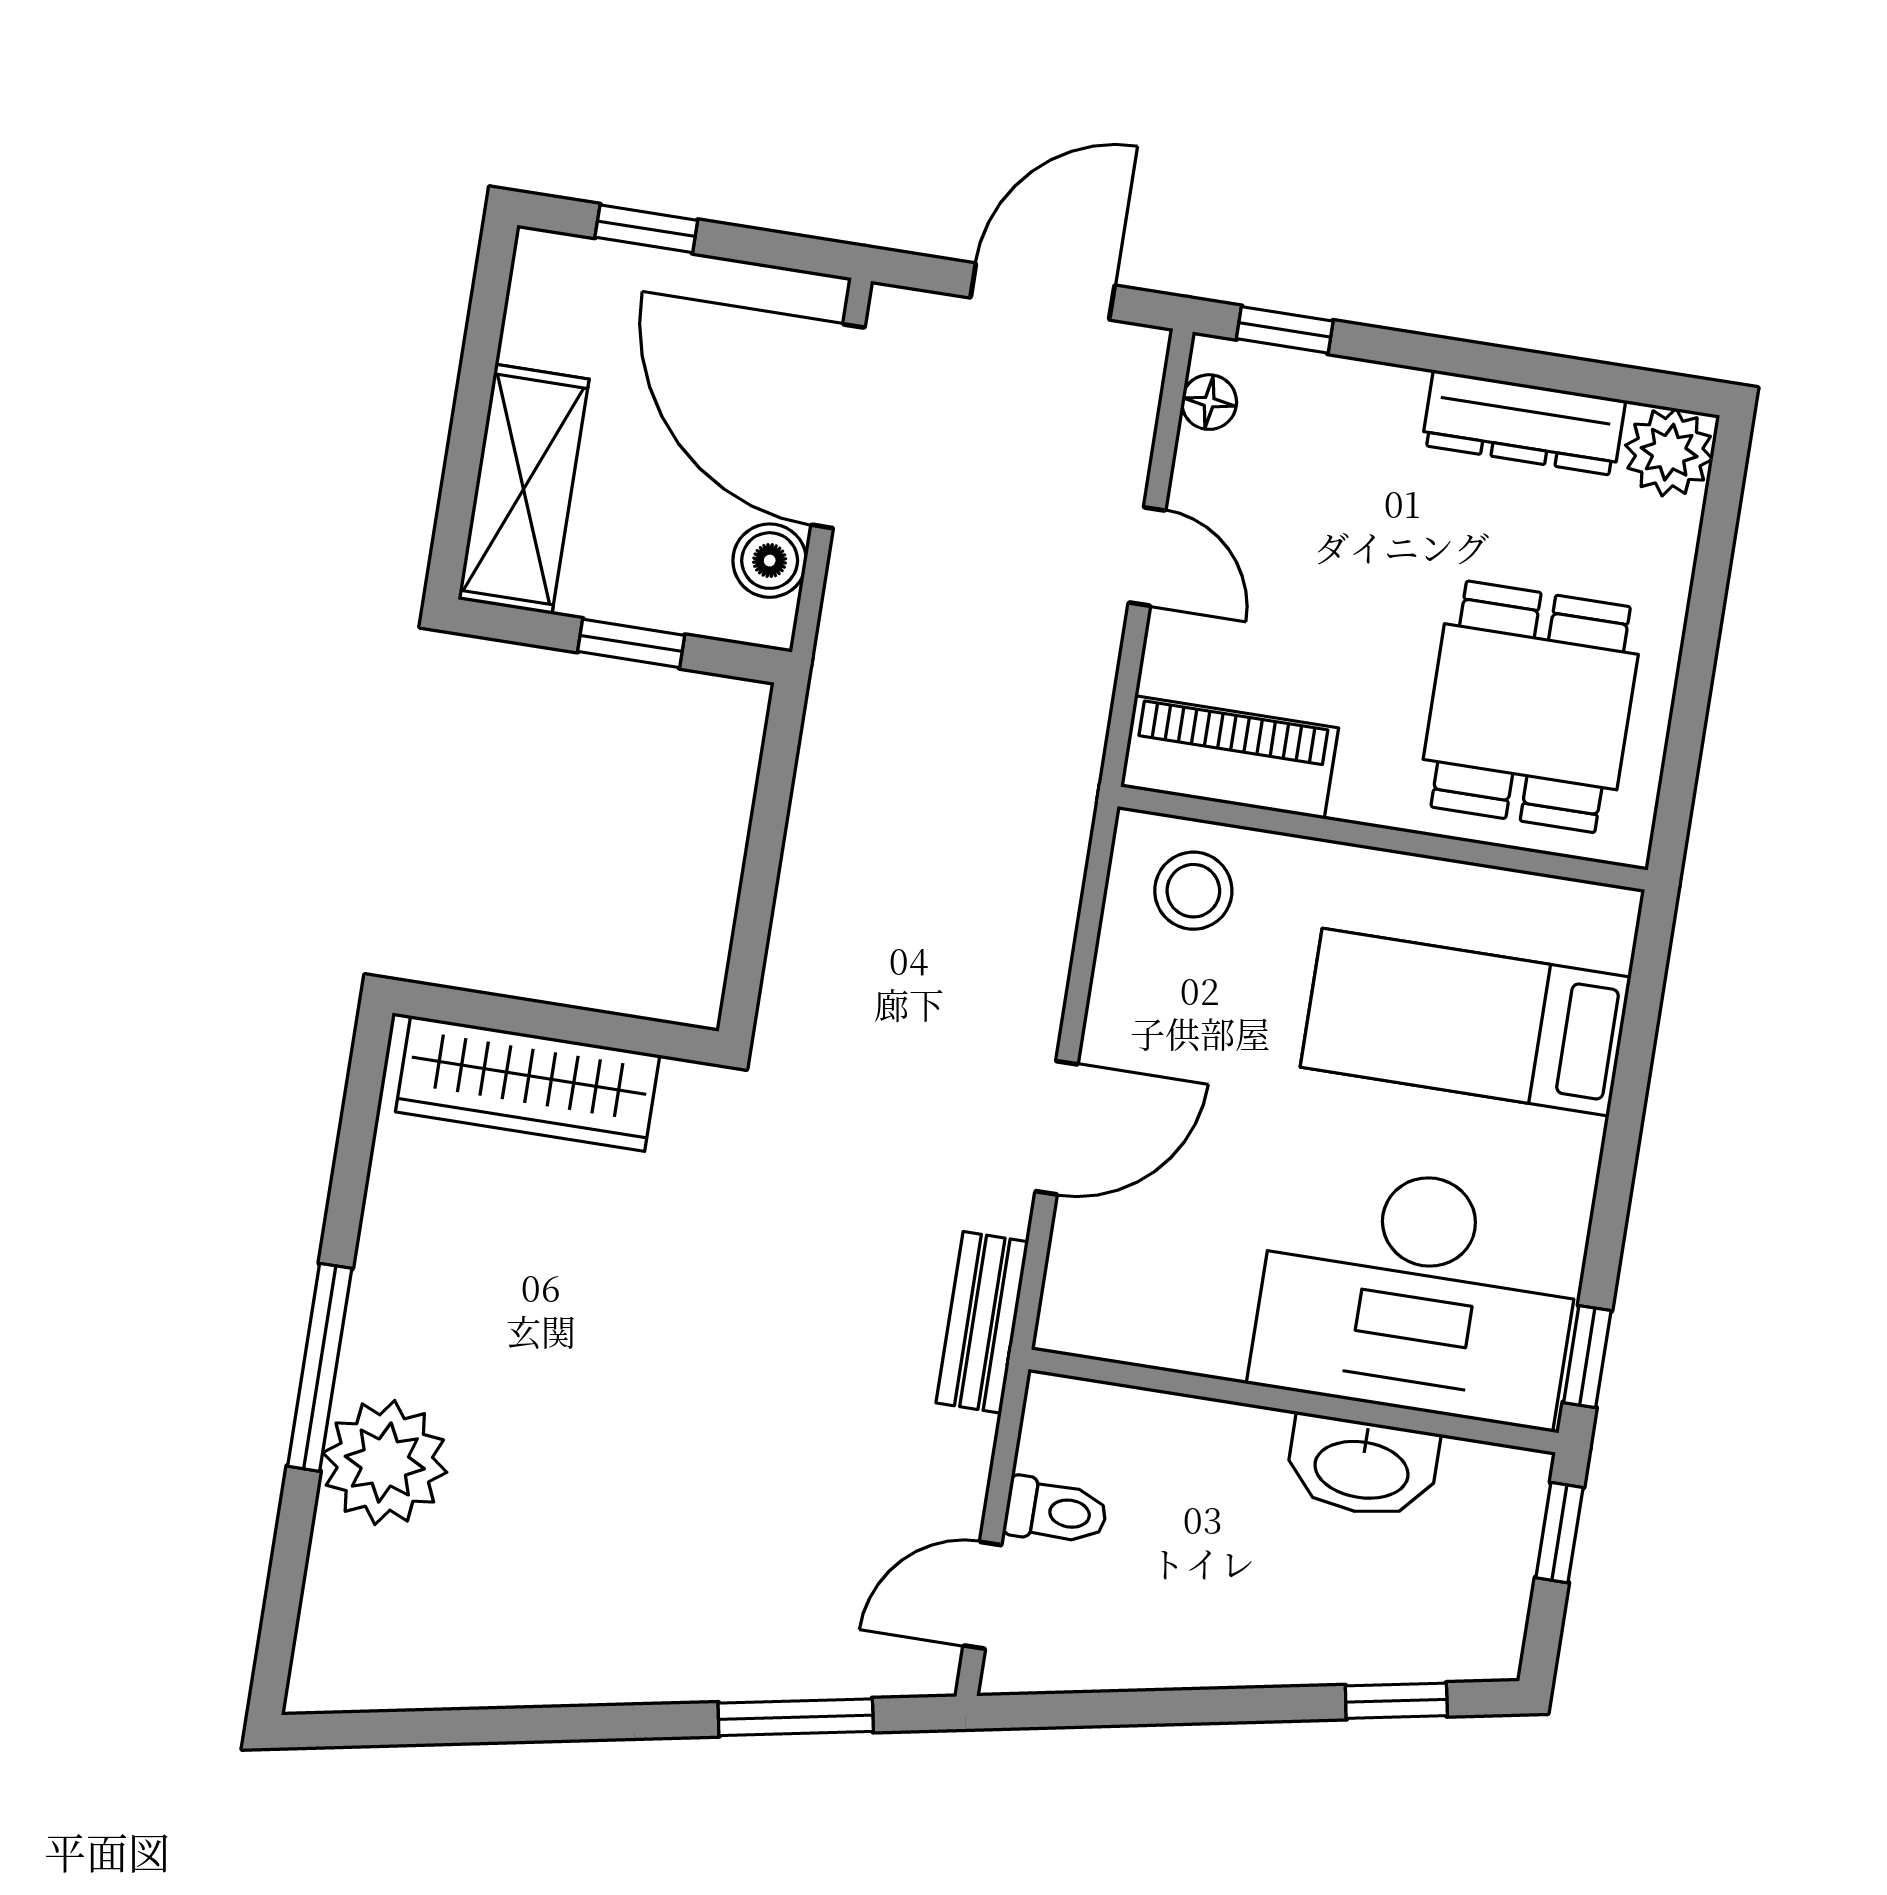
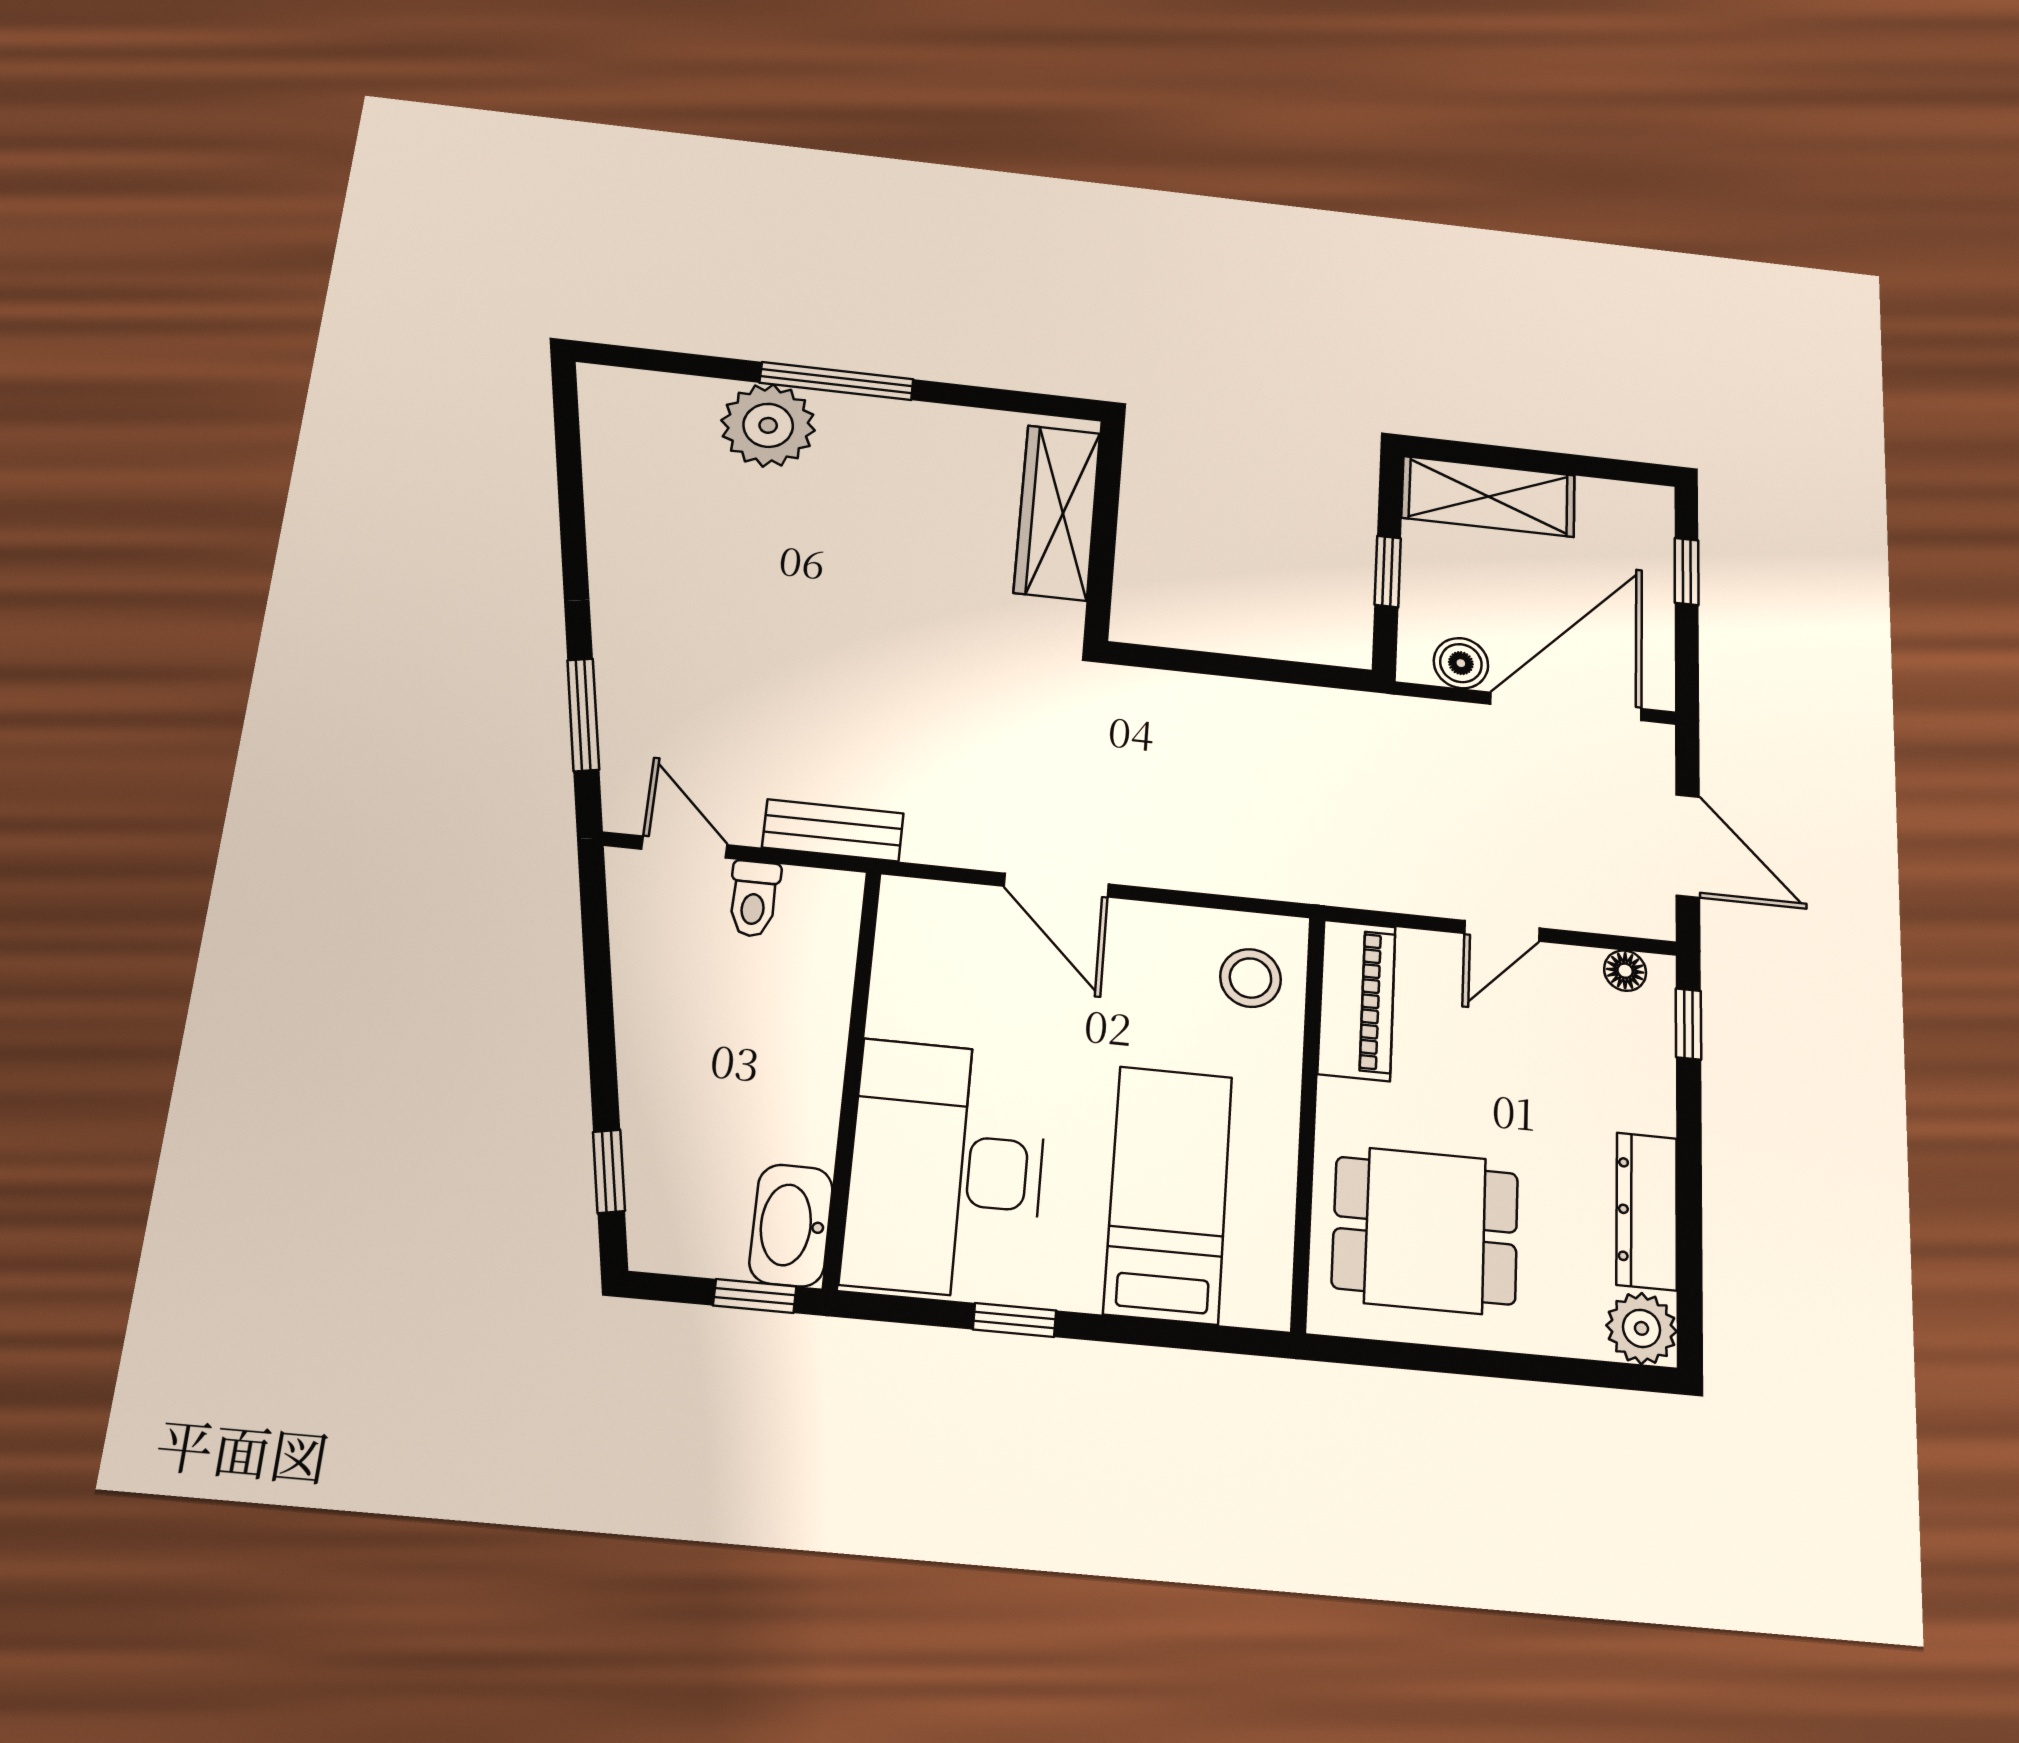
bench: (982, 1322) -> (833, 830), moved
window: (1587, 1357) -> (1015, 1320), moved
washbasin: (1362, 1467) -> (791, 1225), moved

